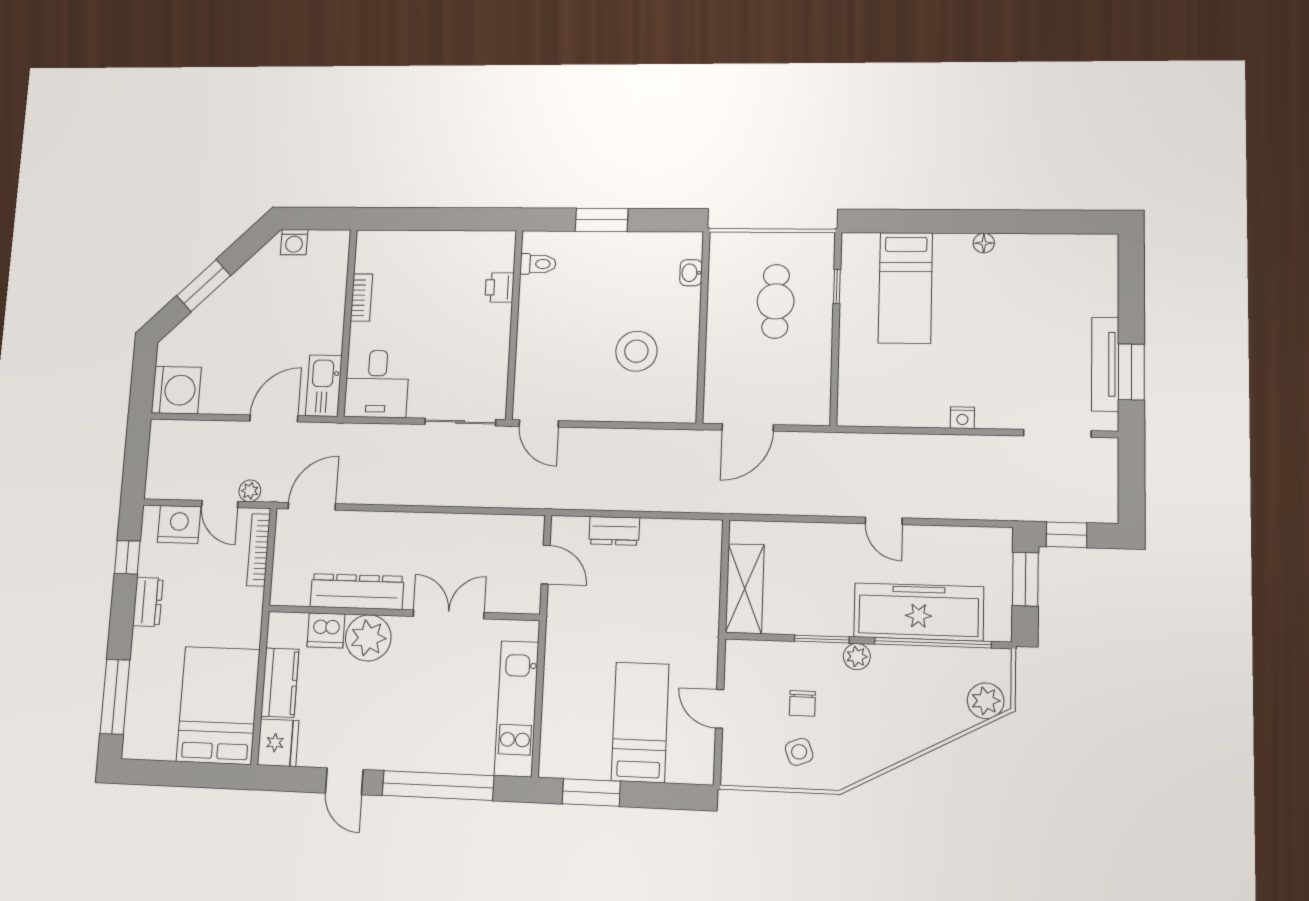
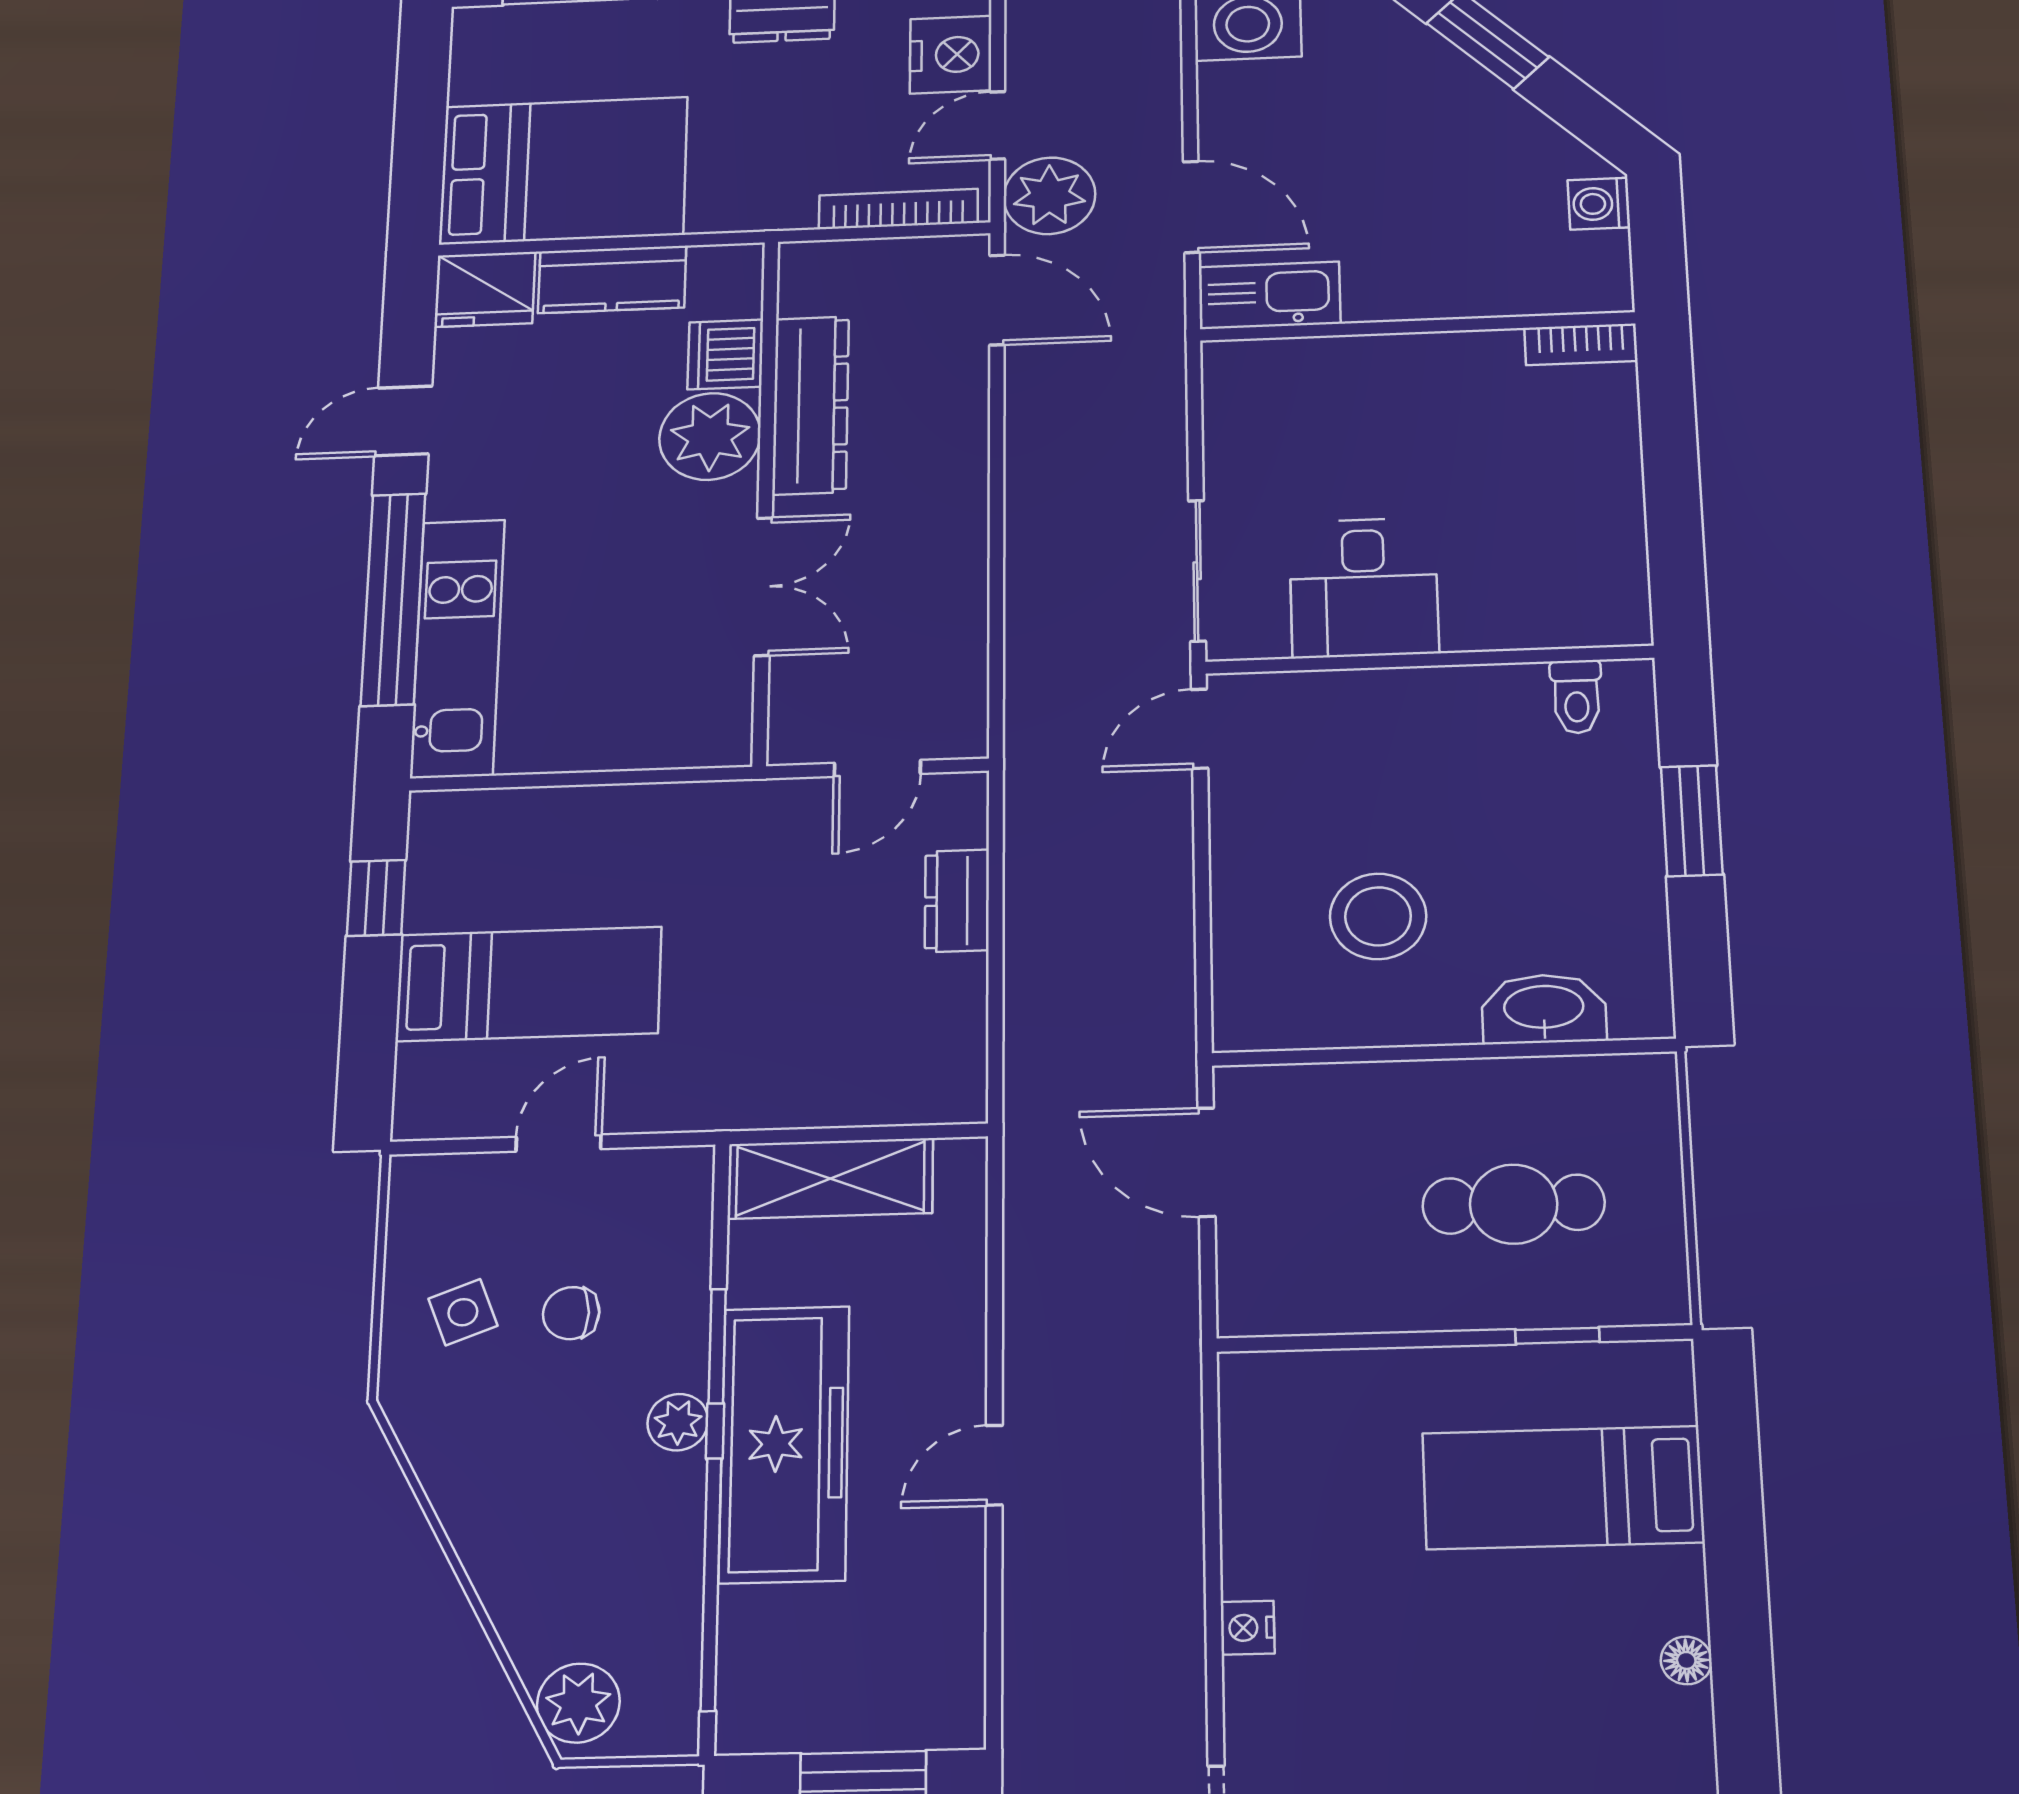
washbasin: (691, 273) -> (1544, 1009), width x1.91, depth x1.45
printer: (499, 287) -> (1516, 623), removed
bookcase: (361, 298) -> (1581, 344), moved
desk: (377, 384) -> (1364, 588), moved, turned -90
plant: (250, 491) -> (1049, 196), width x1.87, depth x1.87
freezer: (919, 612) -> (784, 1444), moved
kitchen unit: (517, 709) -> (458, 648), moved, turned 90
window: (591, 793) -> (376, 898), width x0.67

